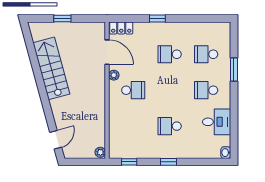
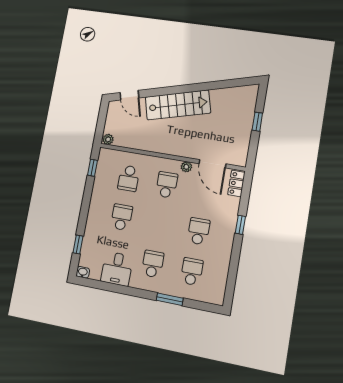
door: (107, 52) -> (212, 164), hinge flipped
stairs: (51, 68) -> (178, 105), moved
school desk: (133, 90) -> (167, 185), turned 180
school desk: (133, 126) -> (129, 178), added
window: (169, 162) -> (78, 244), moved

